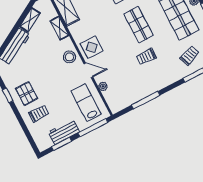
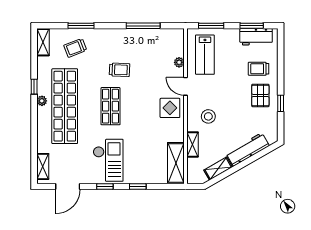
stool: (69, 57) -> (208, 116), moved
window: (93, 128) -> (211, 26), width x0.69
workbench: (64, 132) -> (256, 37), moved

